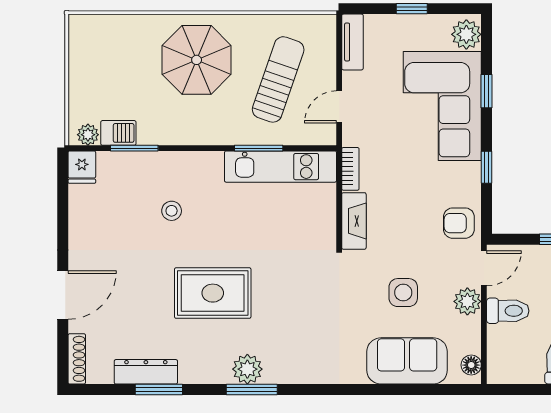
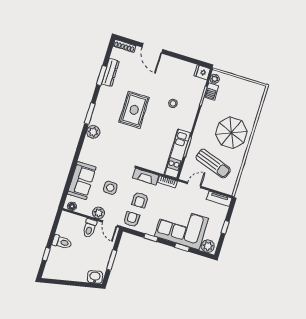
door: (339, 107) -> (194, 185), hinge flipped
armchair: (410, 217) -> (140, 200), added
plant: (247, 369) -> (93, 132), moved

